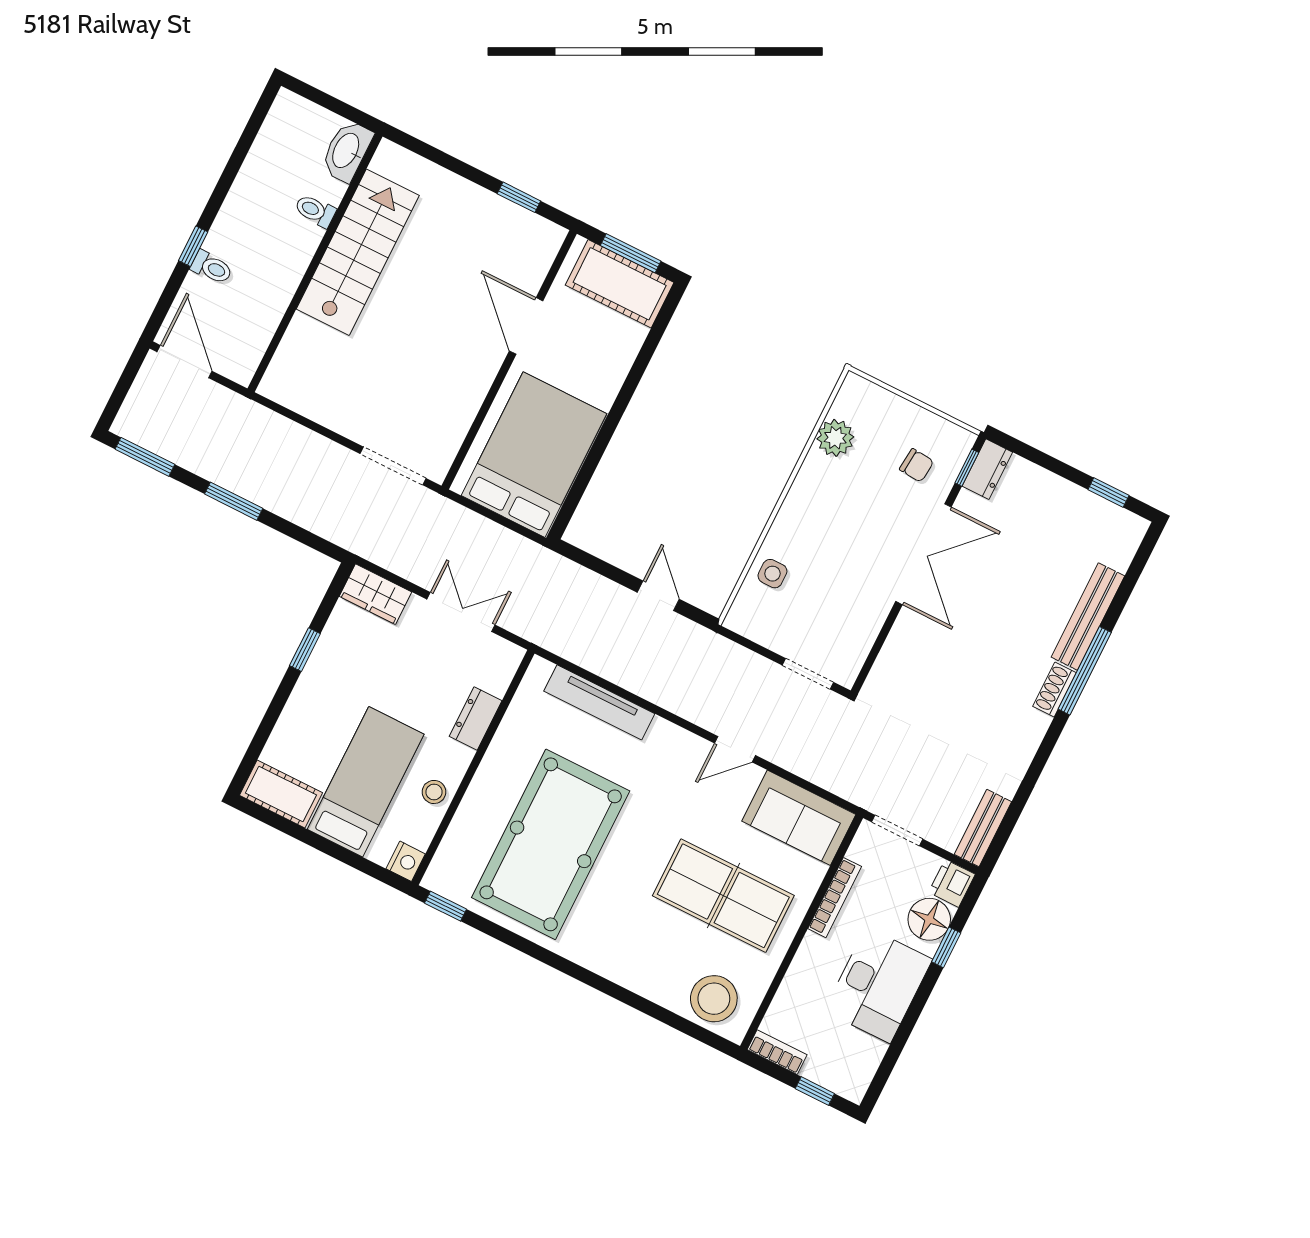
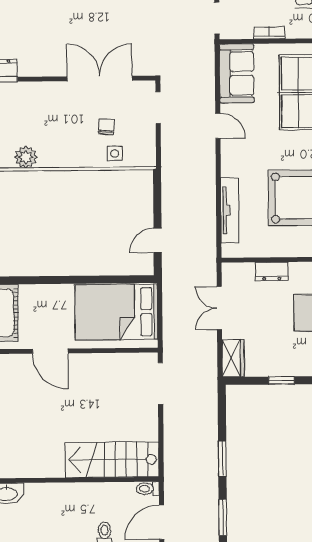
toilet: (315, 211) -> (148, 489), moved, turned 90
stairs: (358, 252) -> (112, 460), moved
door: (526, 326) -> (50, 351), hinge flipped
chair: (917, 465) -> (106, 127), moved
double door: (923, 554) -> (100, 79), moved
door: (658, 596) -> (158, 240), moved
bookcase: (835, 898) -> (269, 33), width x0.64

